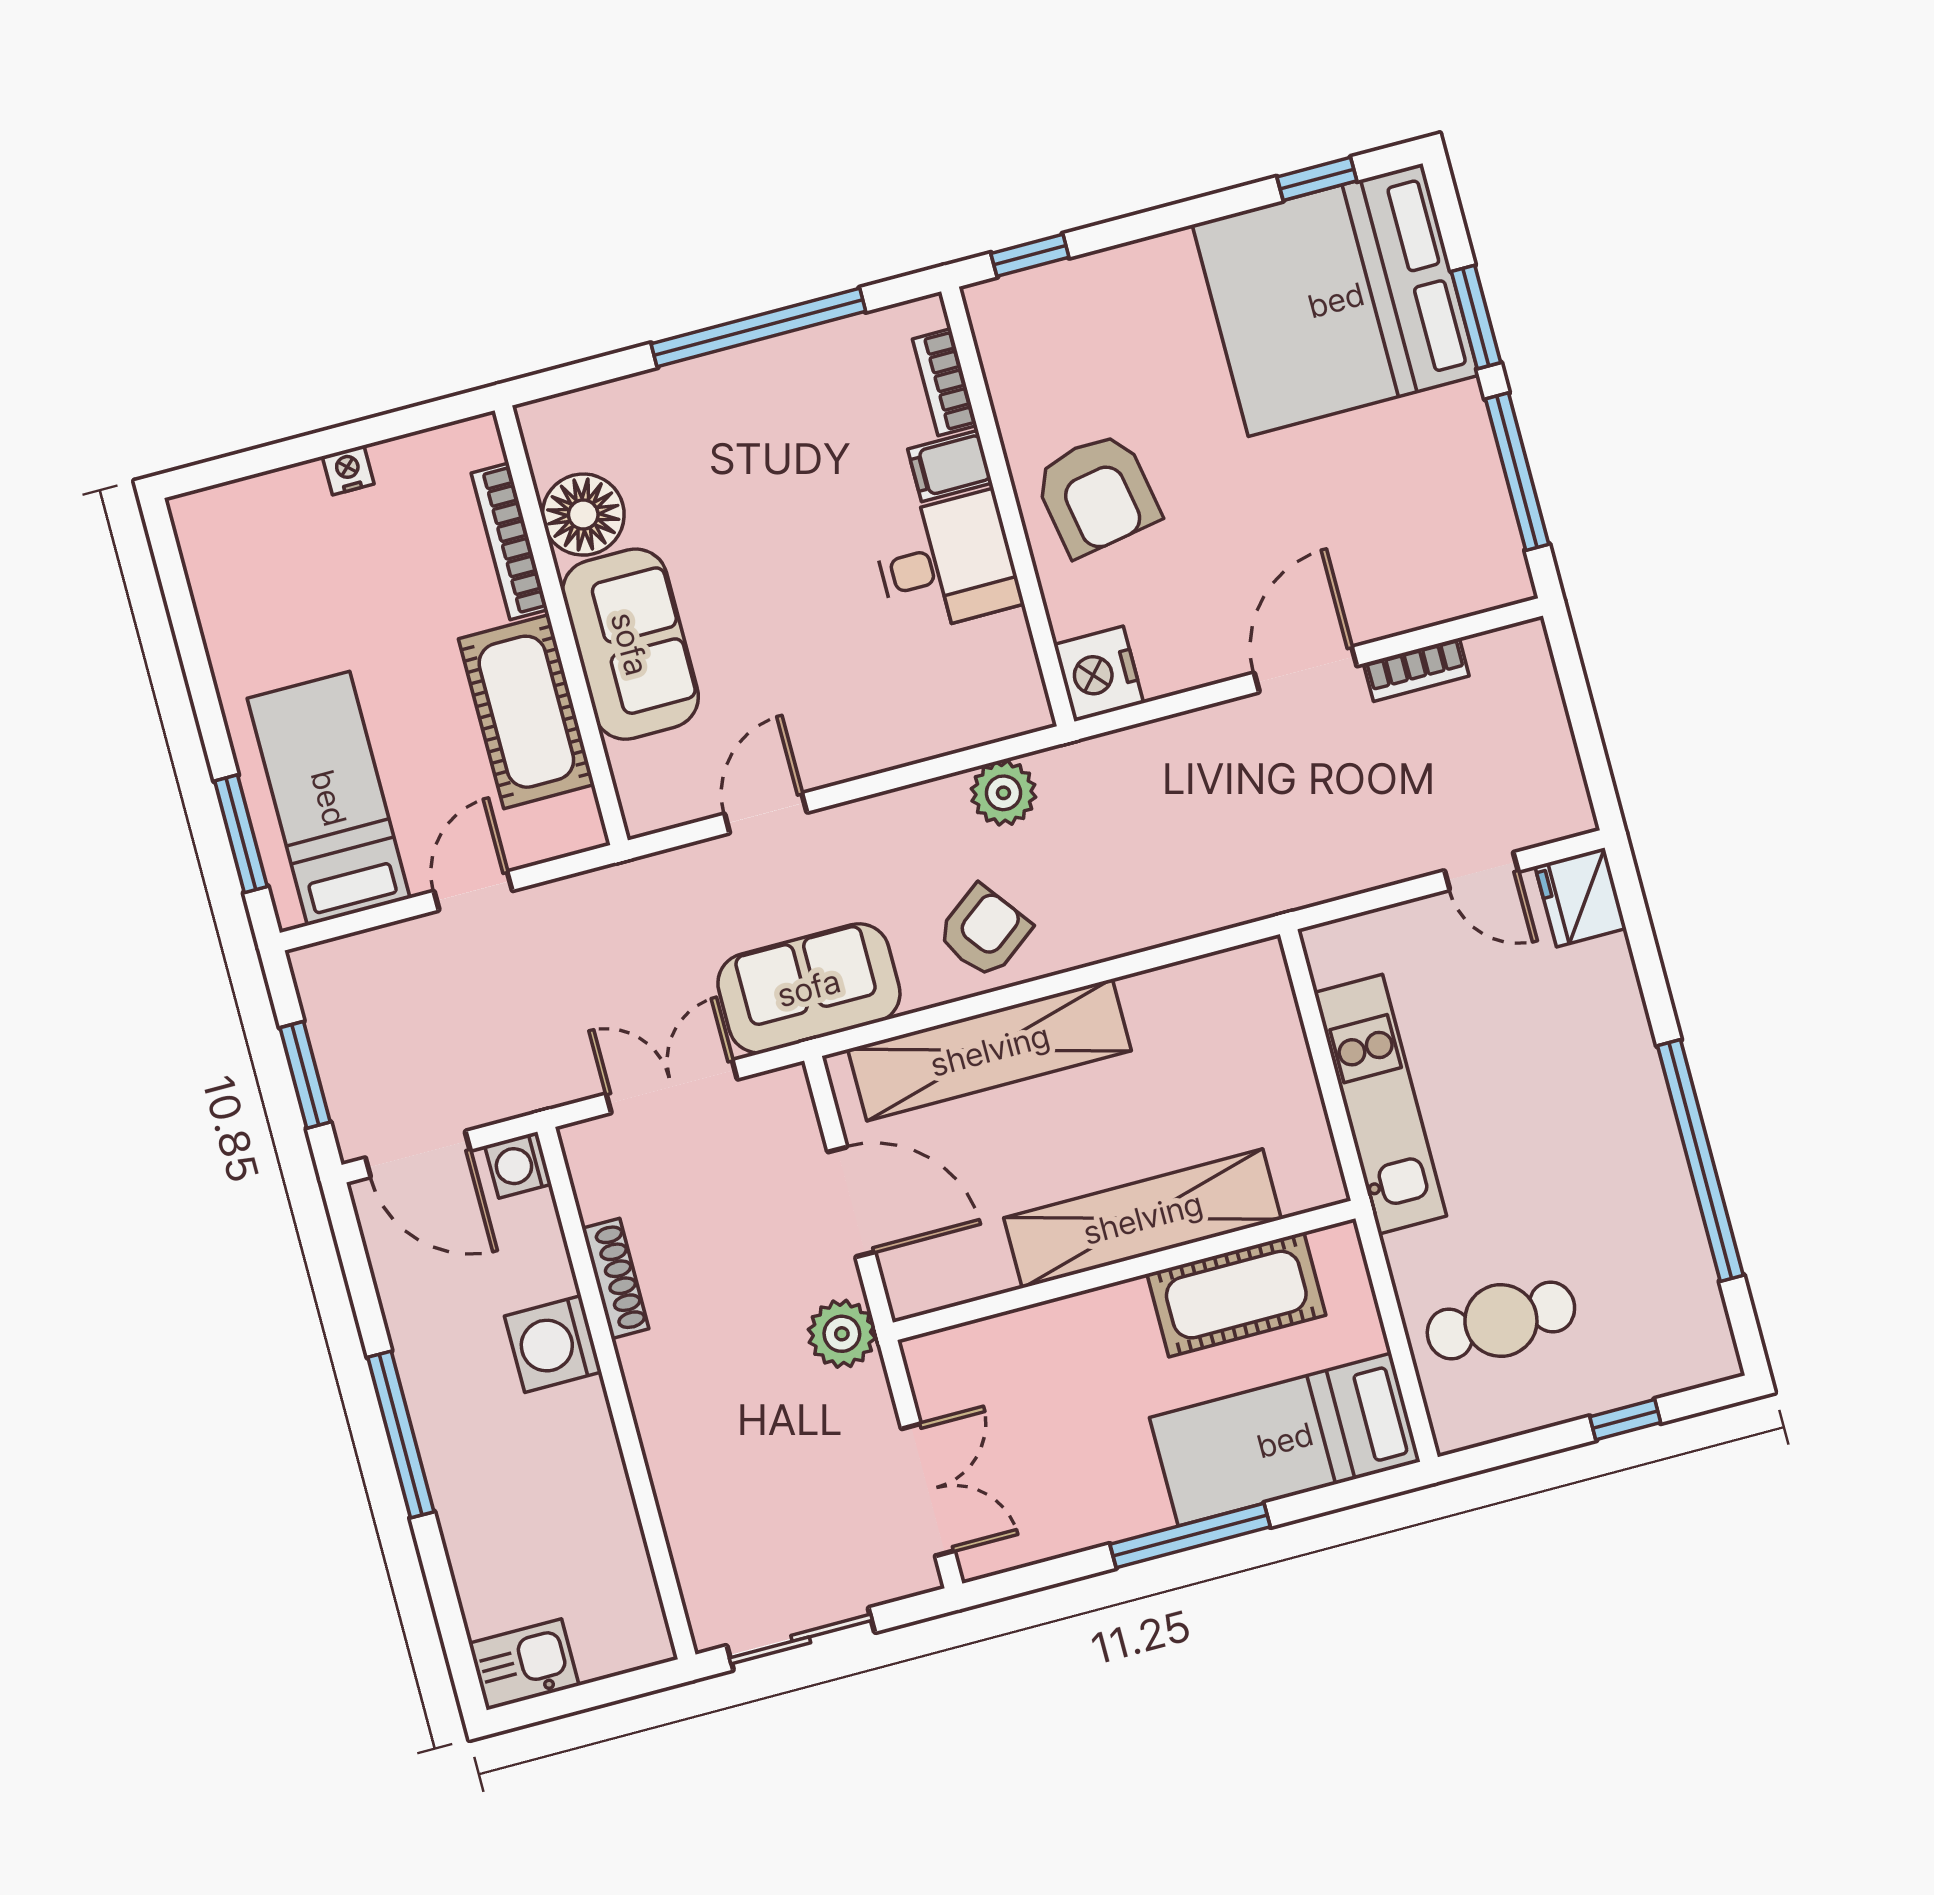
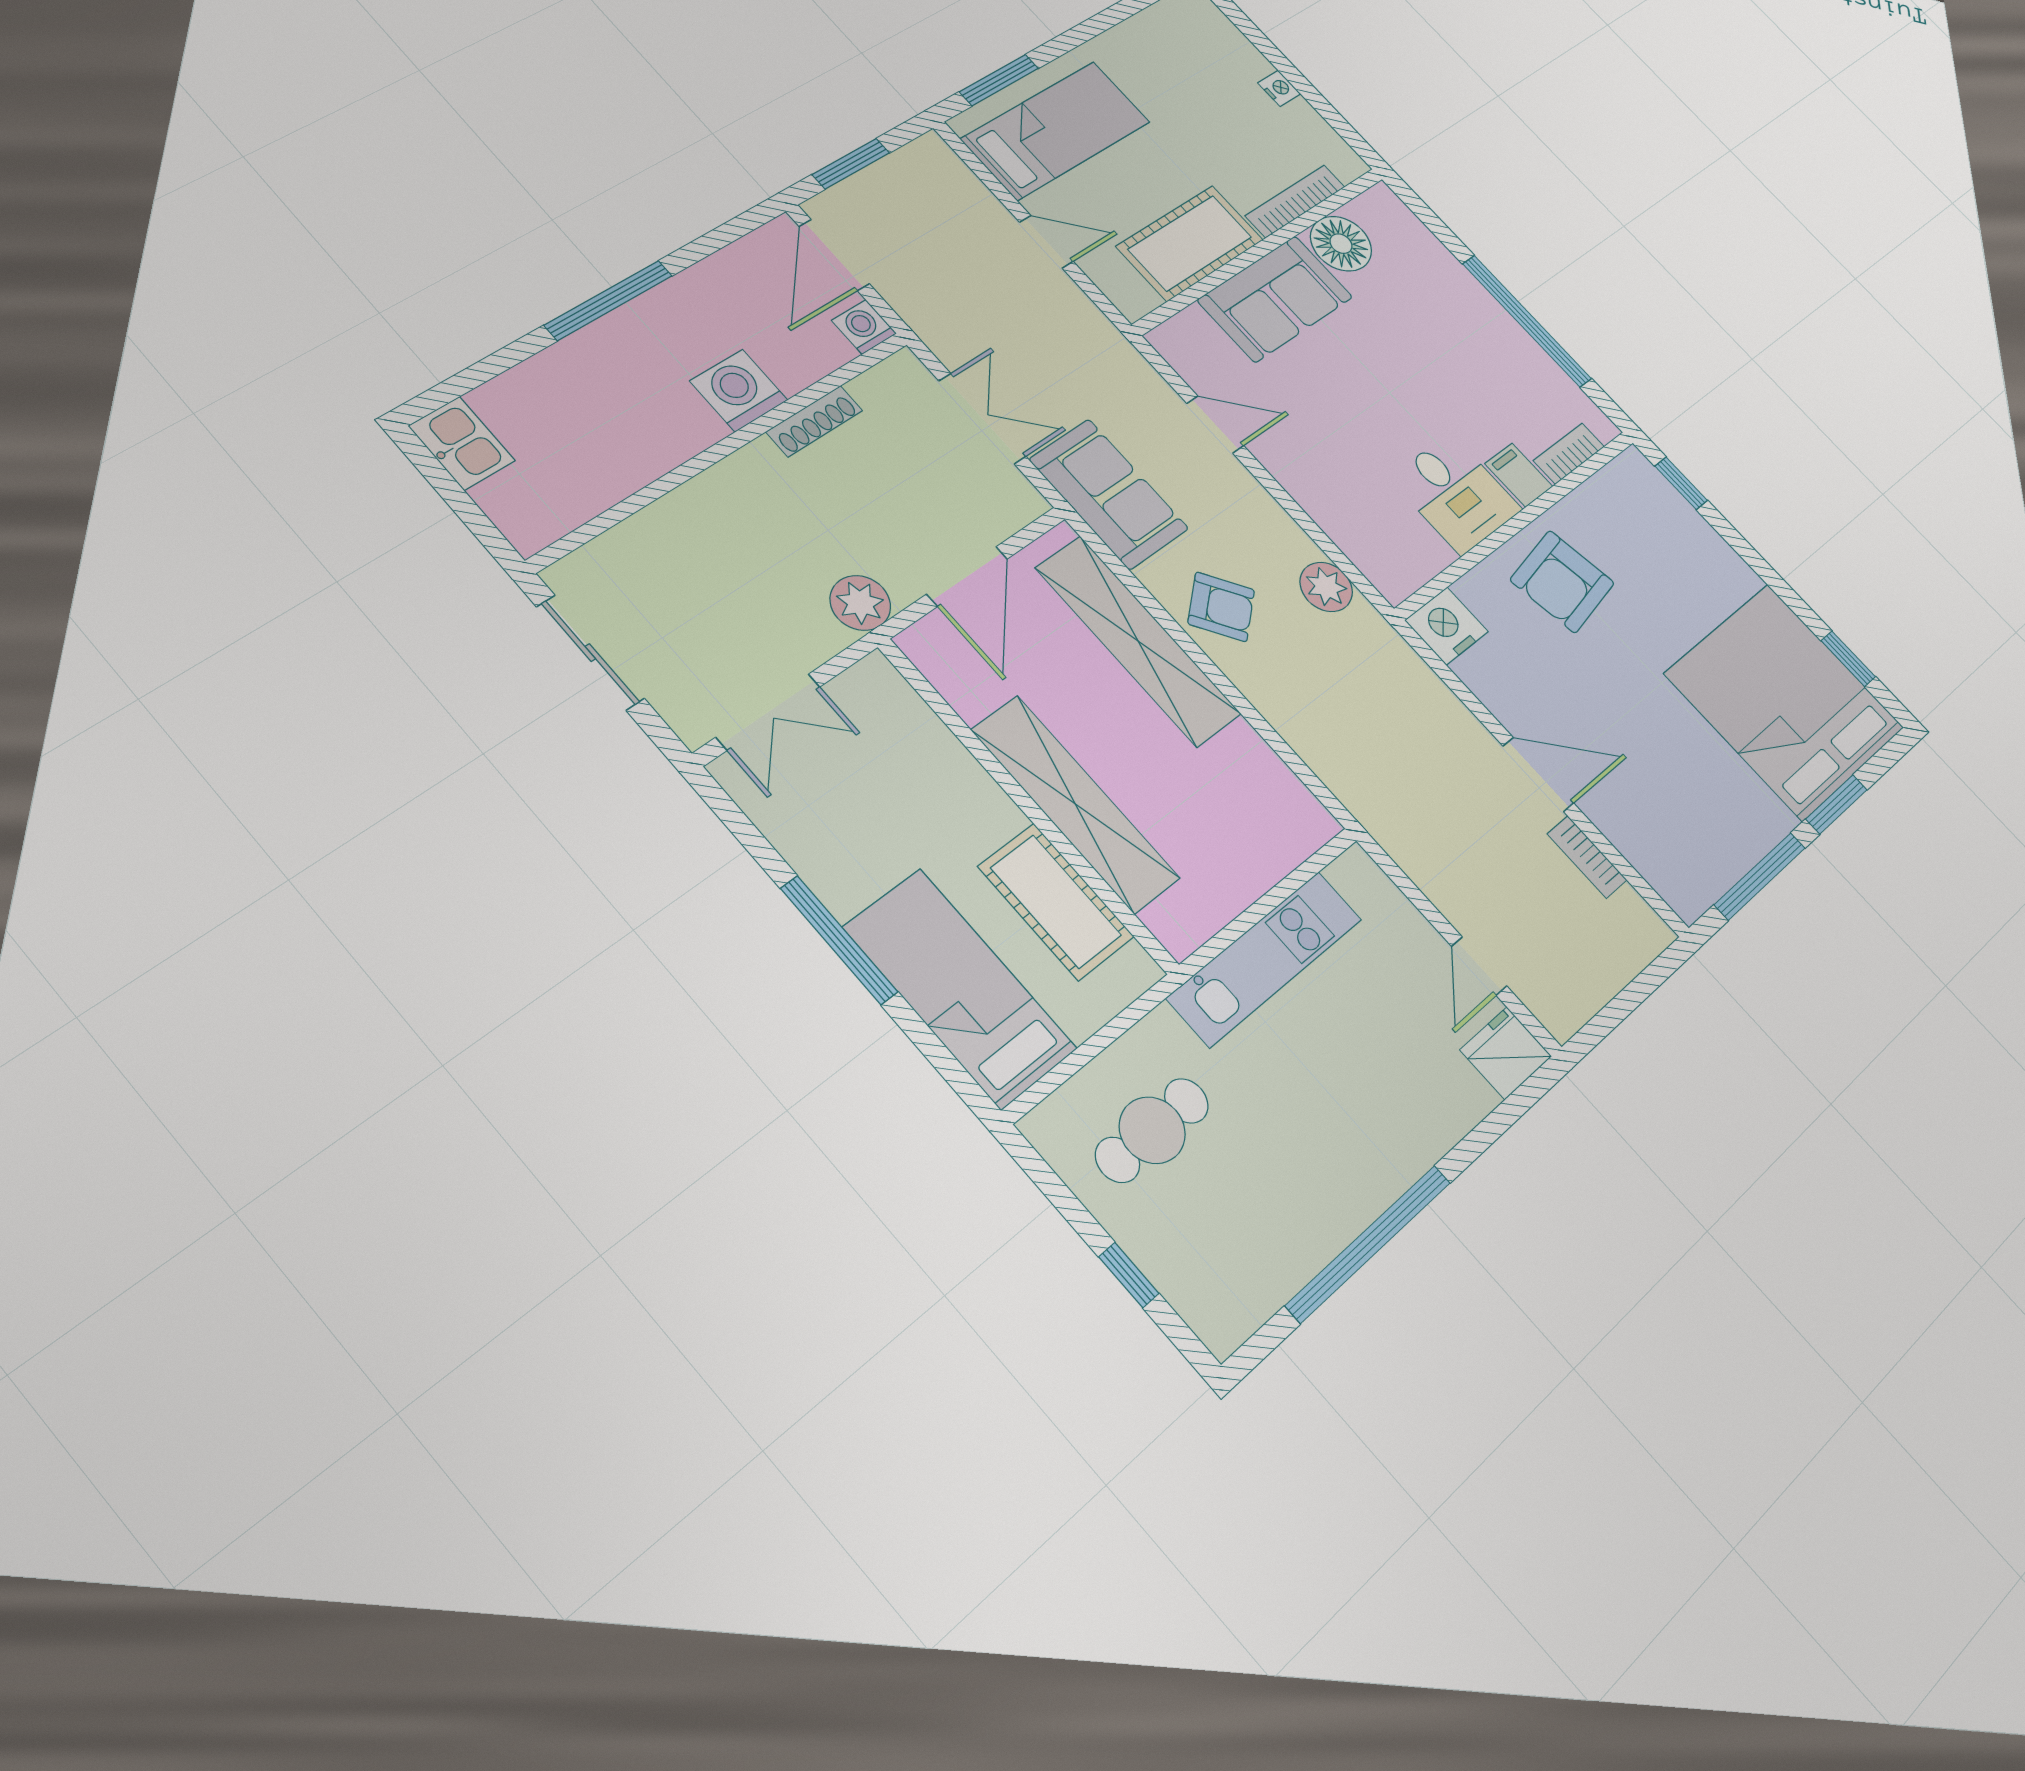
cafe table: (1501, 1320) -> (1152, 1130), turned 90

